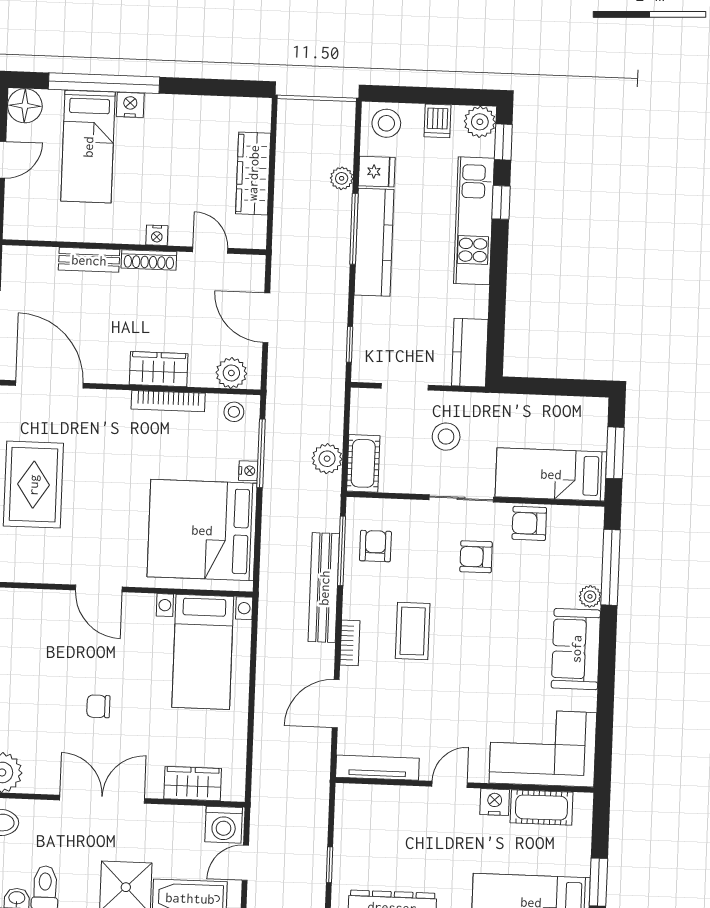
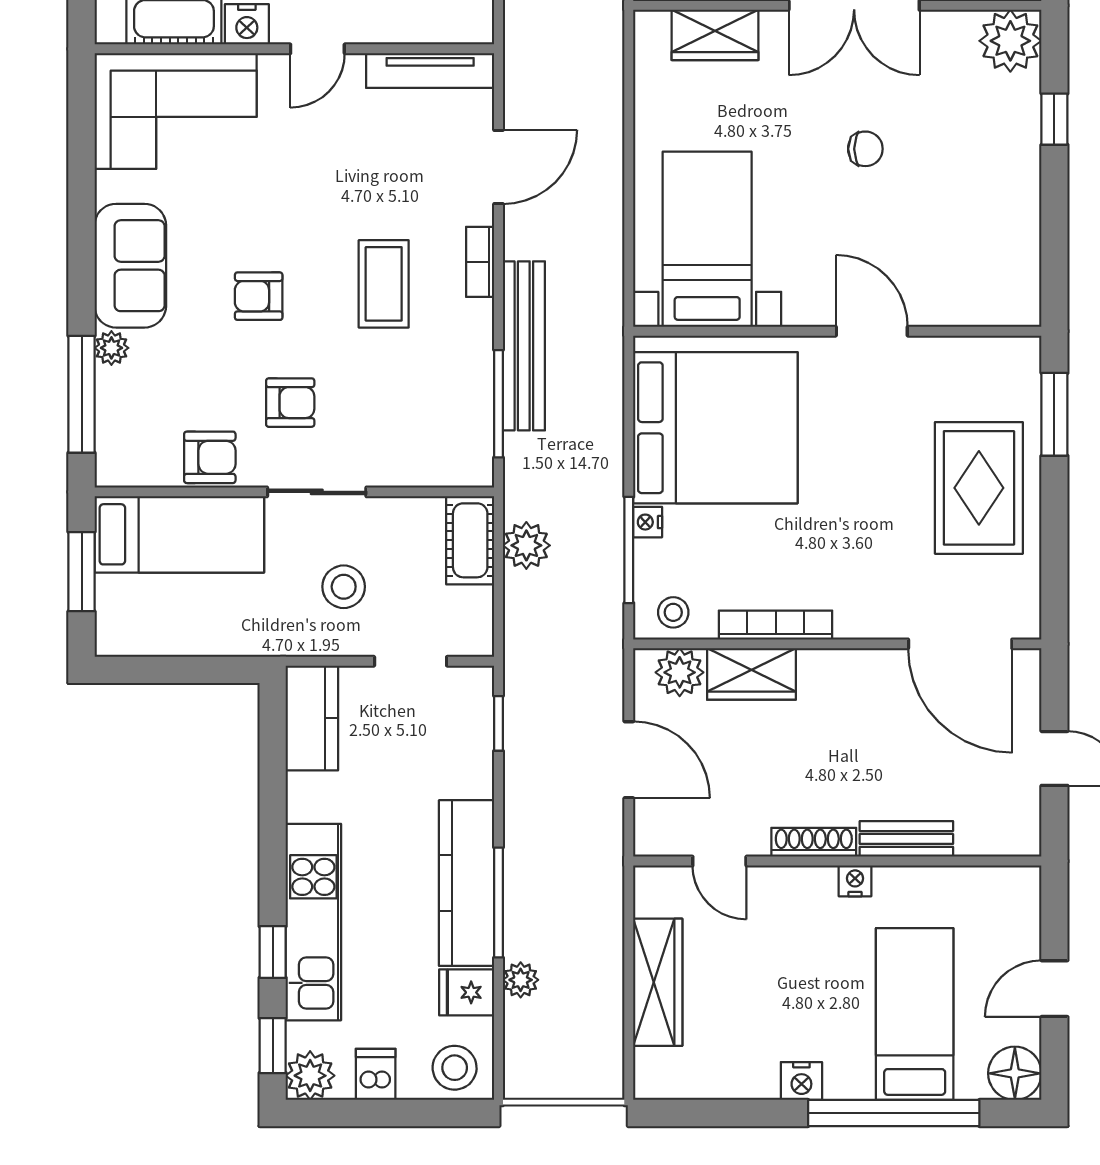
nightstand: (130, 105) -> (801, 1081), moved
nightstand: (157, 235) -> (855, 881), moved
wardrobe: (159, 369) -> (751, 674), moved
armchair: (375, 546) -> (259, 296), moved, turned 90

